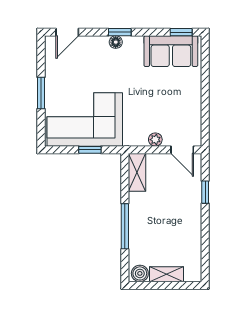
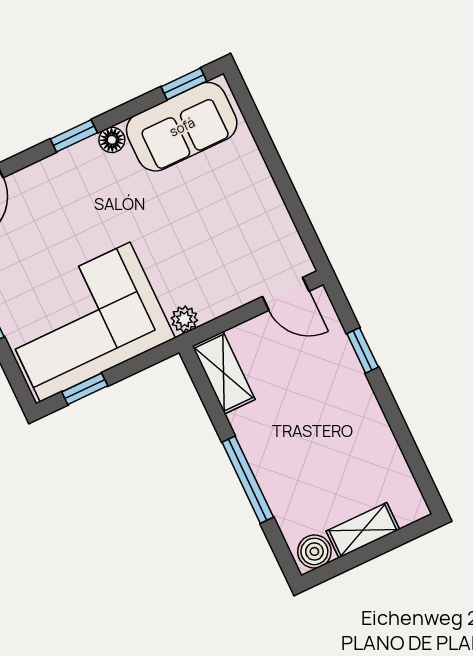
floor lamp: (116, 42) -> (112, 140), moved
plant: (155, 140) -> (184, 319), moved
window: (90, 150) -> (85, 389), moved

